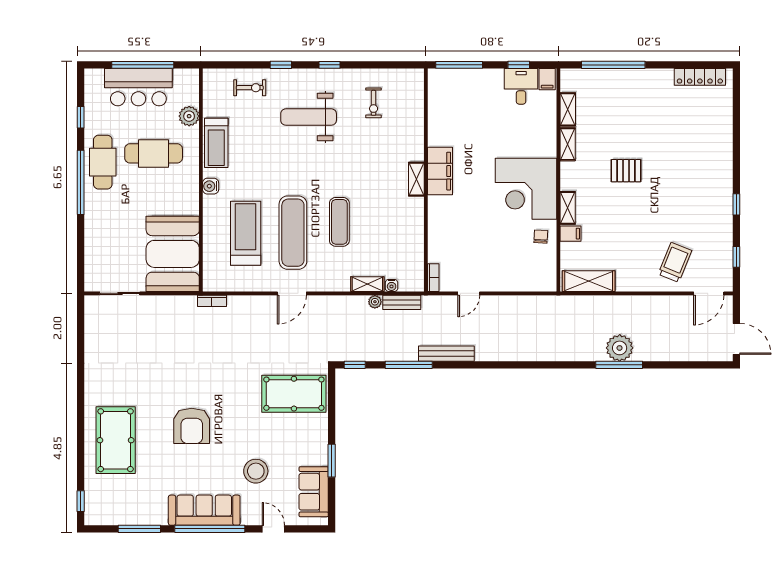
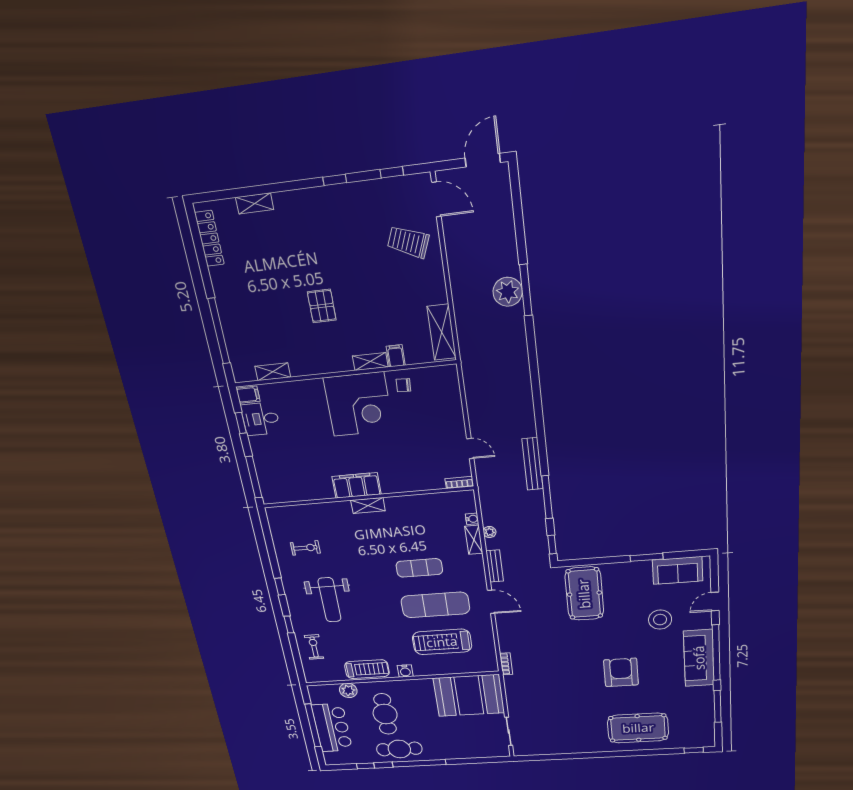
shelving: (568, 144) -> (255, 203), moved
bench: (402, 302) -> (495, 566), moved
armchair: (192, 426) -> (621, 672), turned -90

